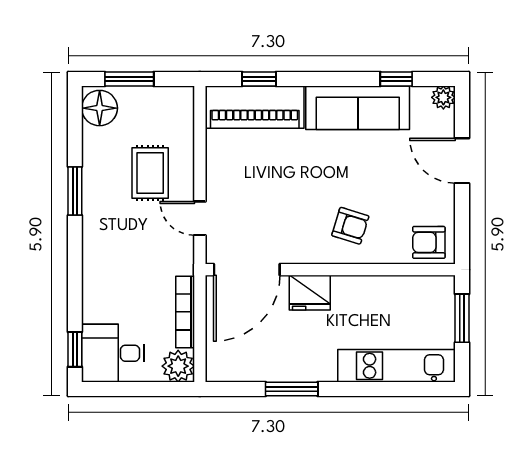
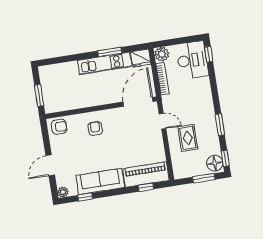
window: (75, 115) -> (225, 158), added
door: (462, 161) -> (50, 165), swing flipped
armchair: (350, 226) -> (95, 129), turned 73
fridge: (310, 293) -> (141, 58), moved, turned 180
desk: (113, 353) -> (192, 60), width x1.37
kitchen unit: (397, 366) -> (105, 63), moved

